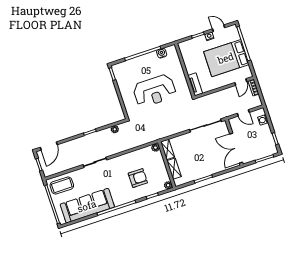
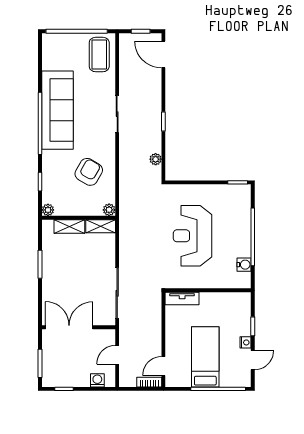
bed: (226, 58) -> (205, 357), width x0.67
door: (241, 82) -> (163, 366), hinge flipped
armchair: (138, 178) -> (89, 172), moved, turned -150
sofa: (87, 206) -> (57, 110), moved

